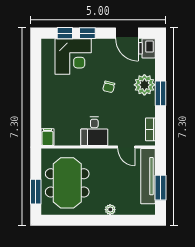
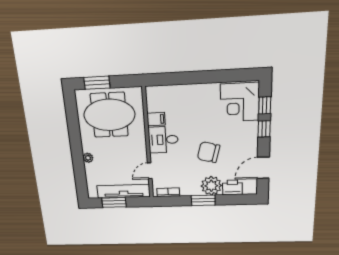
printer: (147, 48) -> (232, 187), moved
corner desk: (73, 57) -> (240, 102), moved
chair: (109, 87) -> (209, 152), width x1.87, depth x1.87
filing cabinet: (48, 137) -> (156, 119), moved

